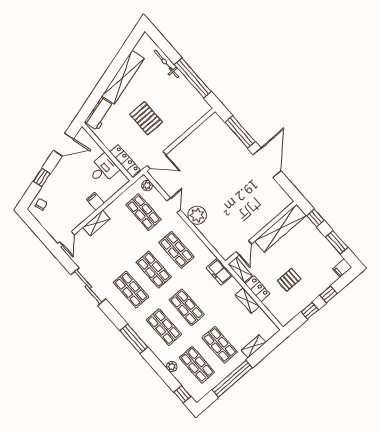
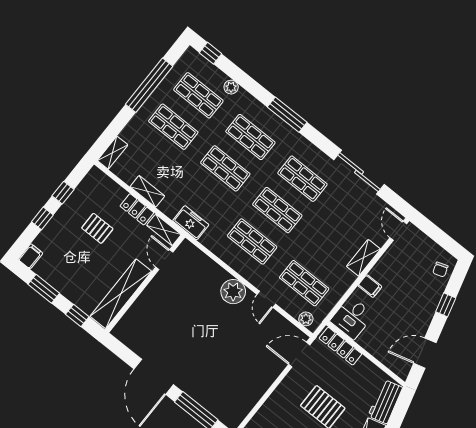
desk: (103, 169) -> (352, 318), moved
pallet: (289, 280) -> (97, 228), turned 90
shelving: (254, 346) -> (113, 153), moved

